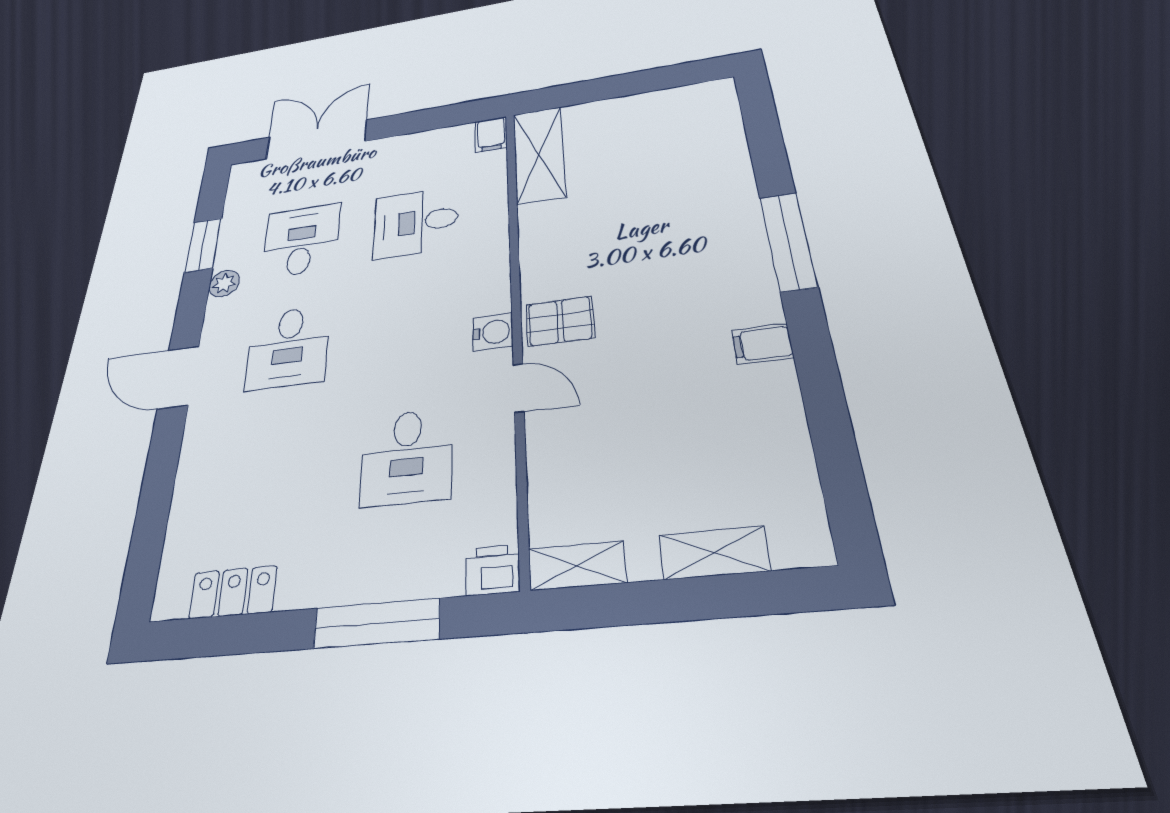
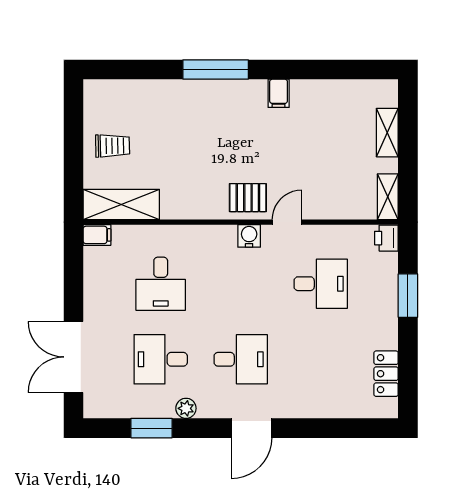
trolley: (631, 129) -> (113, 146), added
pallet: (560, 321) -> (248, 198), turned 90
window: (377, 623) -> (408, 296), width x0.69

